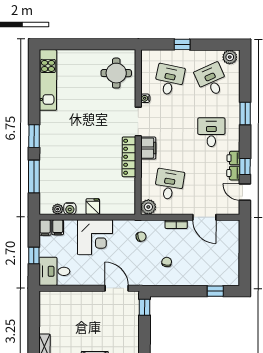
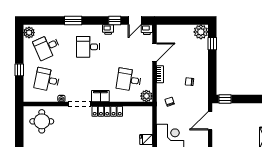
printer: (233, 173) -> (147, 30), moved
plant: (230, 277) -> (201, 32), added

